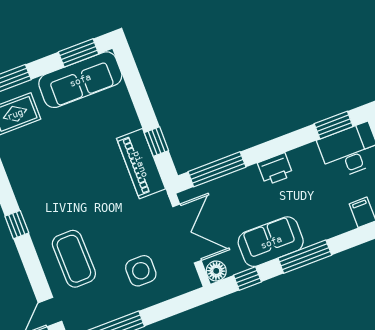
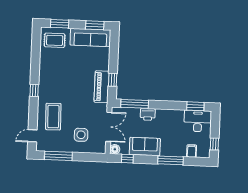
printer: (275, 169) -> (148, 114), moved
window: (305, 257) -> (171, 160), moved

